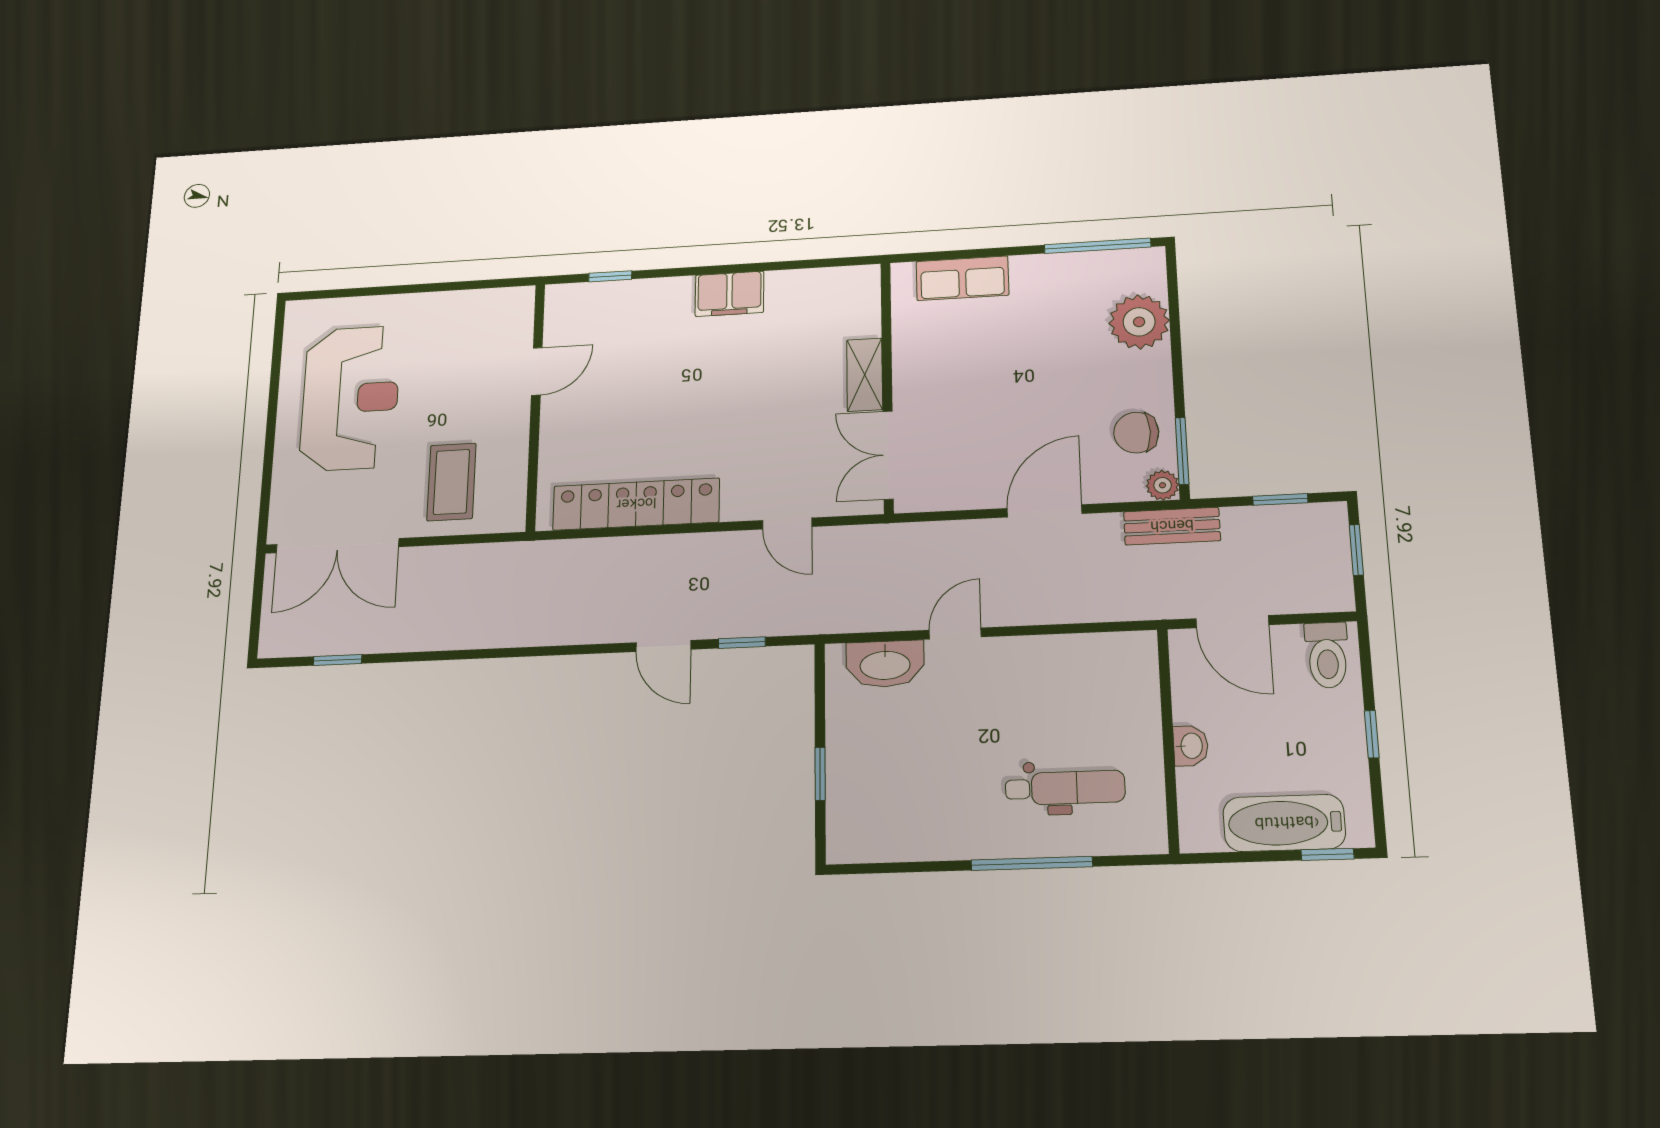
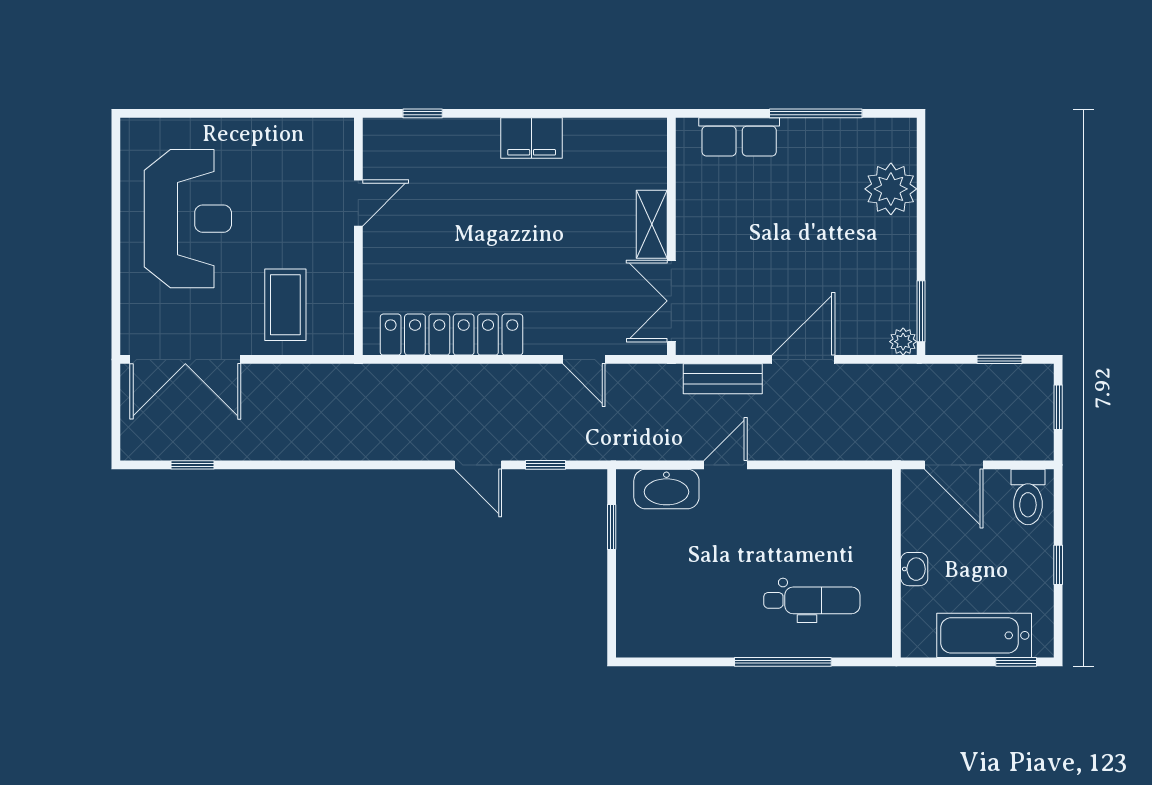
window: (1098, 246) -> (816, 113), moved
chair: (1136, 433) -> (883, 292), removed
bench: (1172, 526) -> (723, 379), moved
window: (820, 774) -> (612, 527), moved

